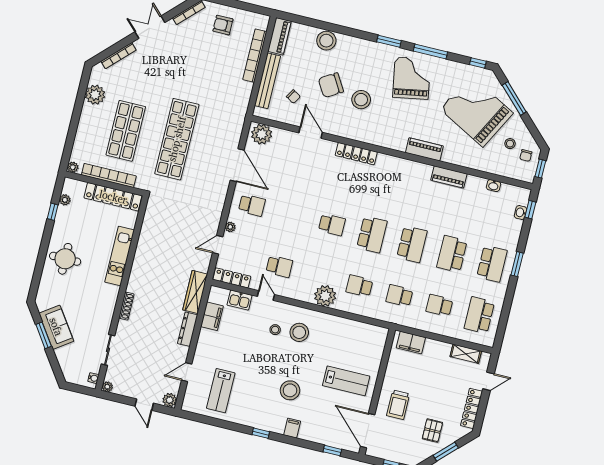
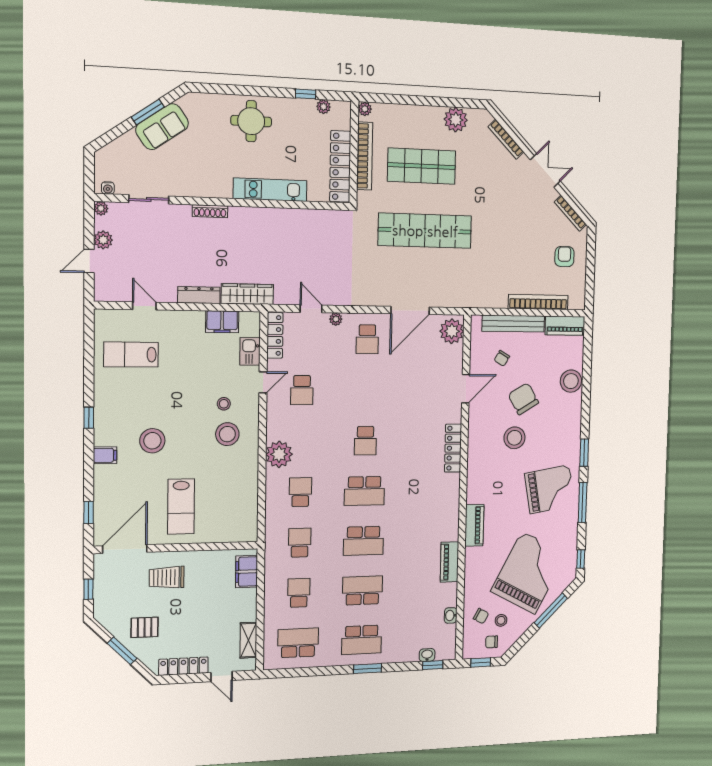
chair: (501, 160) -> (481, 616), added
plant: (170, 400) -> (103, 240), moved

